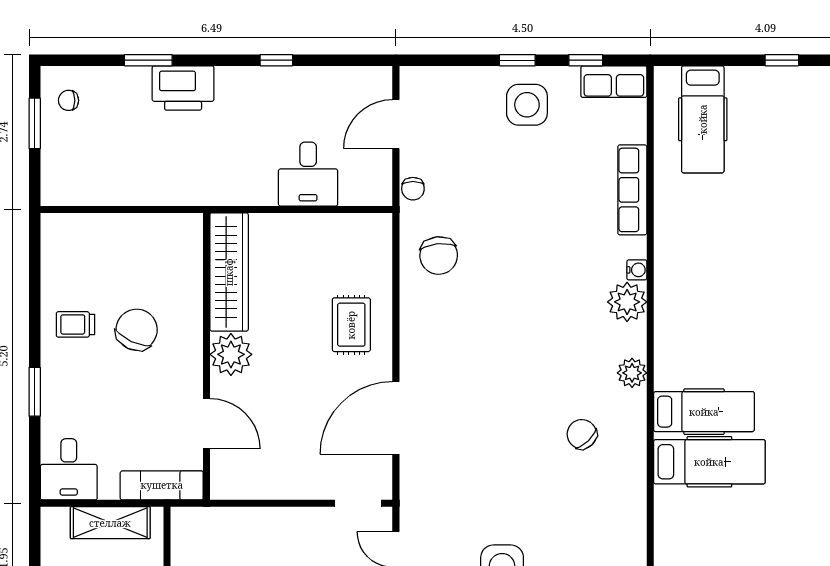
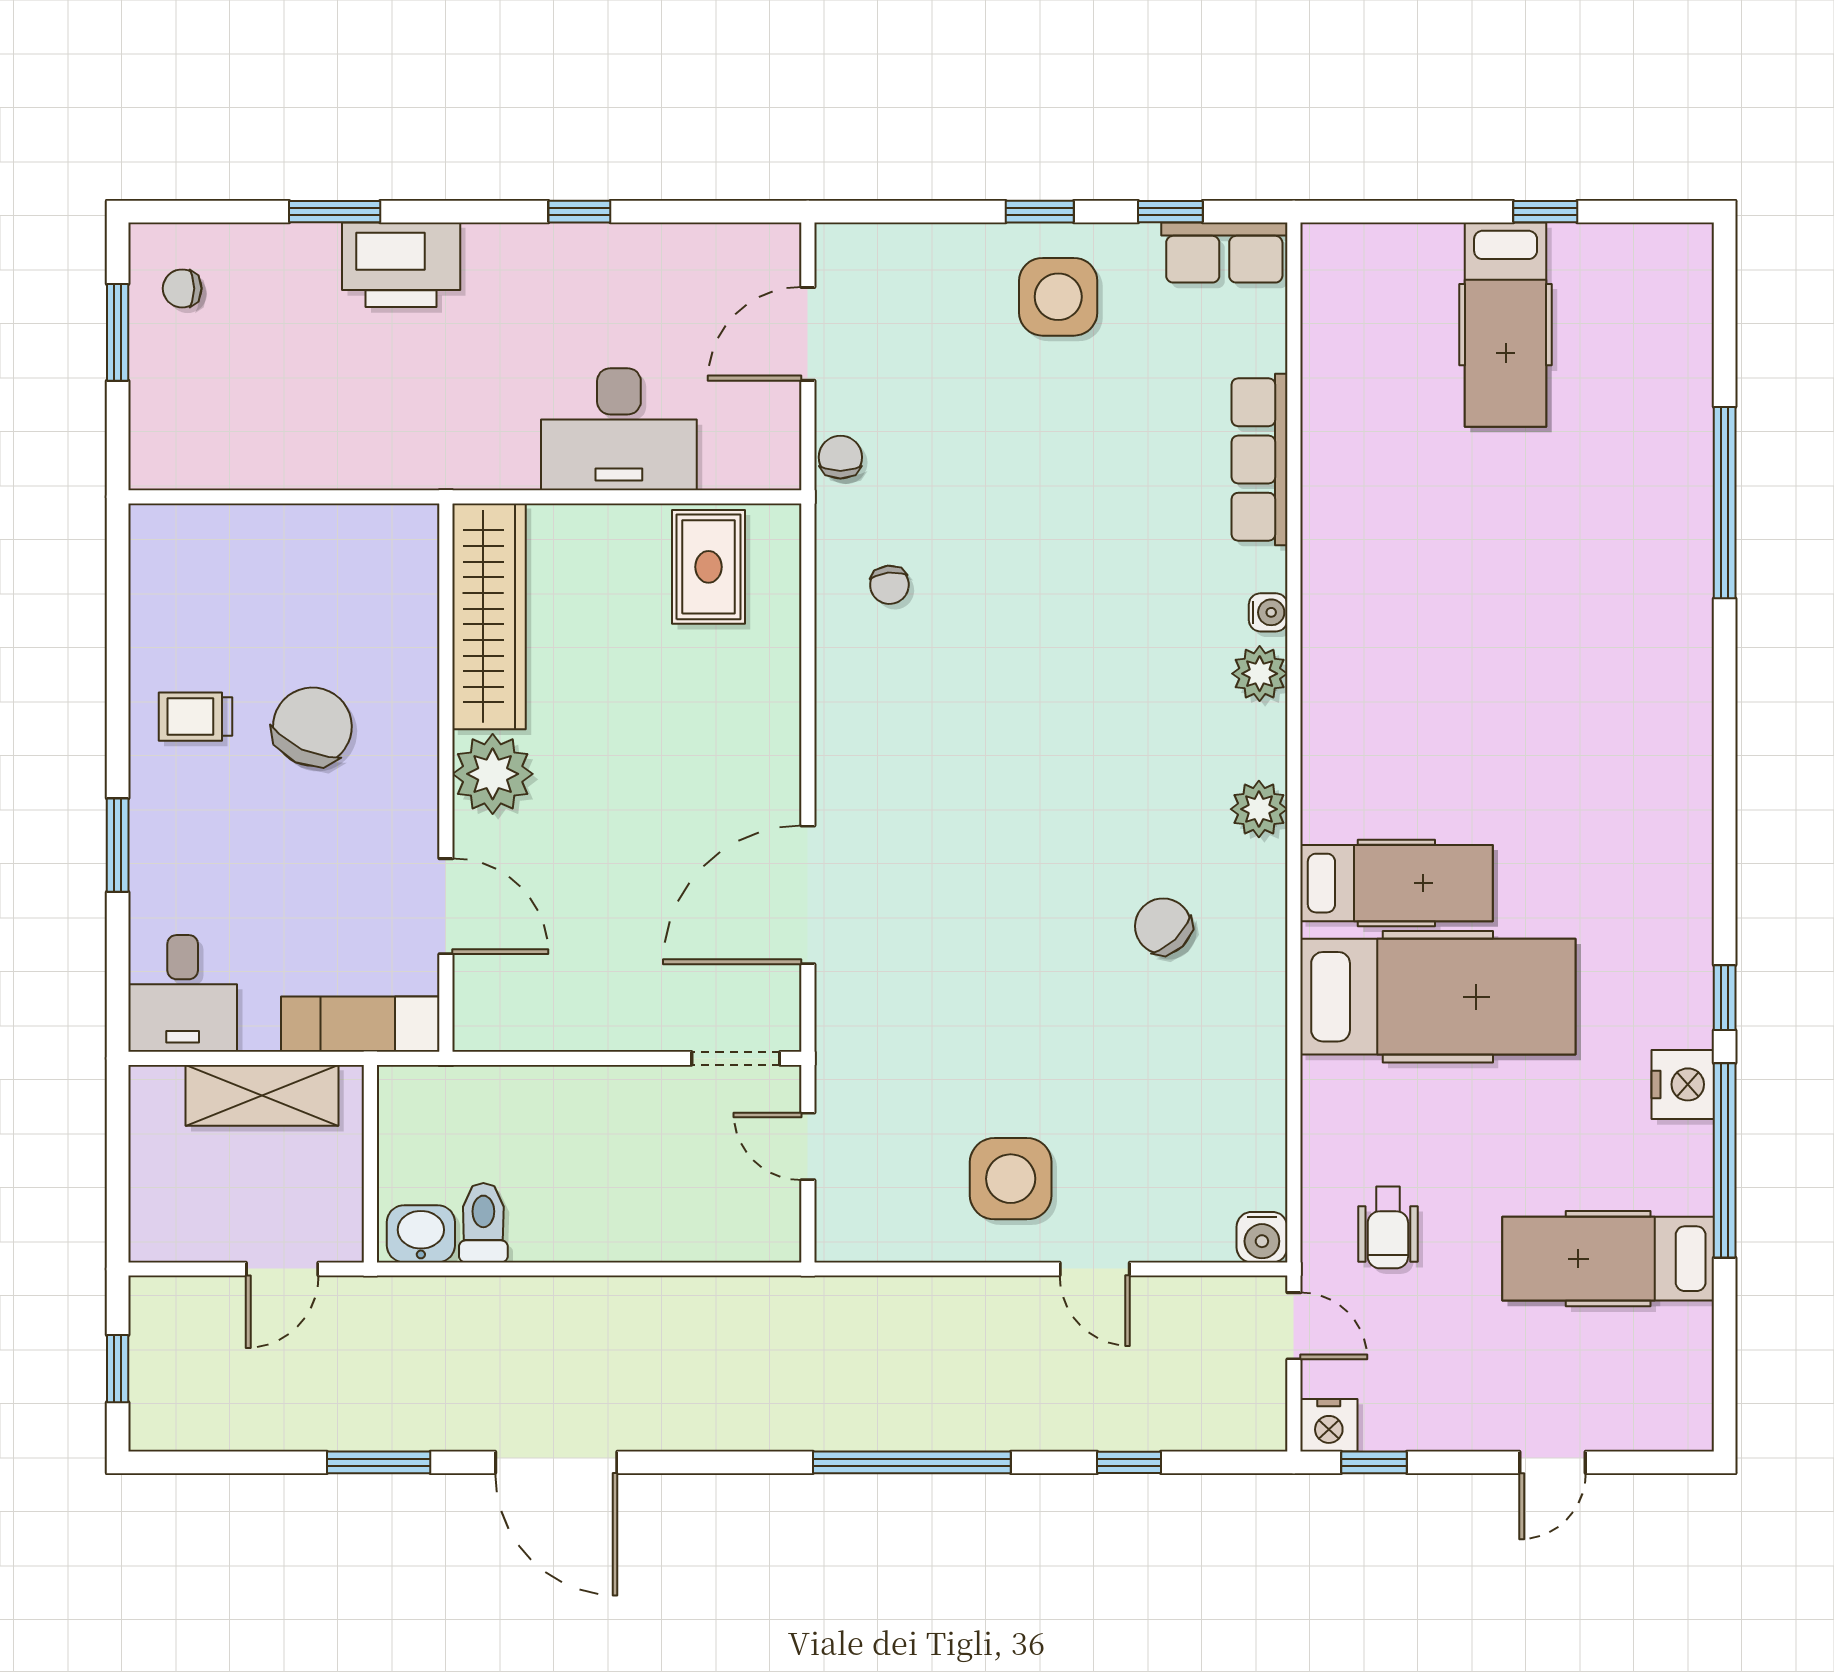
hospital bed: (703, 119) -> (1506, 325), moved
desk: (308, 174) -> (619, 429), width x1.37
chair: (413, 189) -> (840, 457), turned 180
chair: (439, 256) -> (889, 585), width x0.54, depth x0.54
plant: (627, 302) -> (1260, 674), width x0.73, depth x0.73
rug: (351, 325) -> (709, 567), moved
hospital bed: (709, 462) -> (1438, 997), width x1.37, depth x1.29

